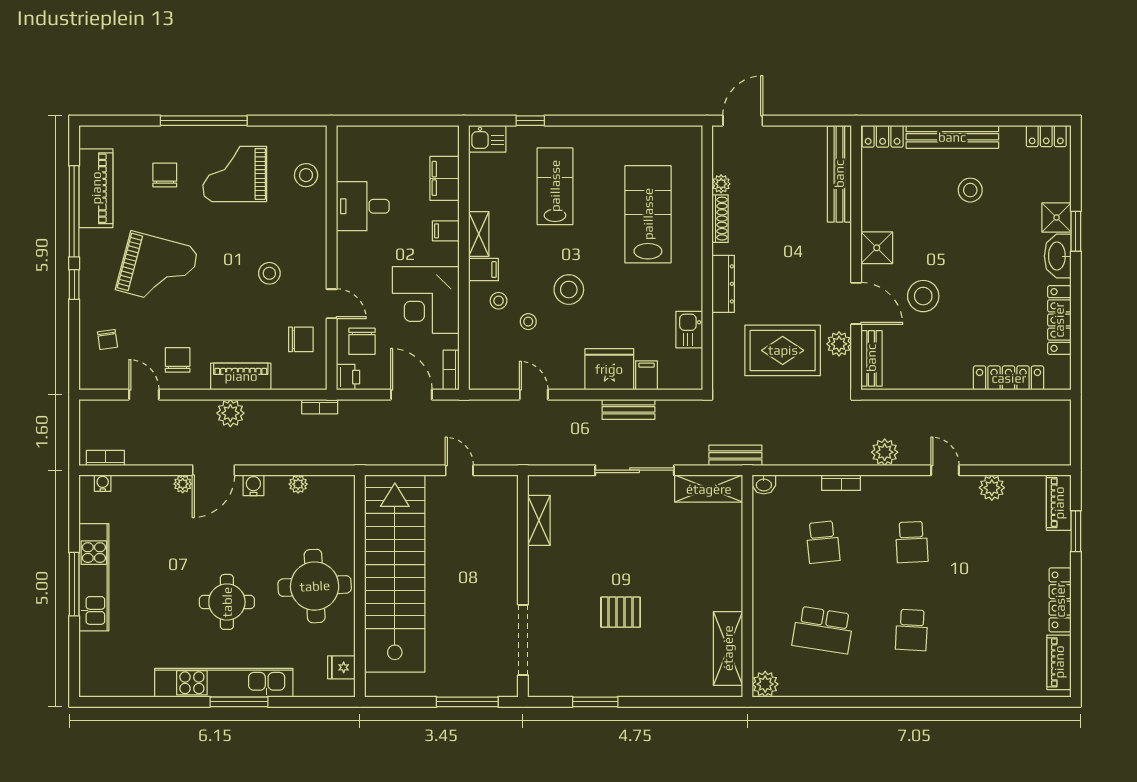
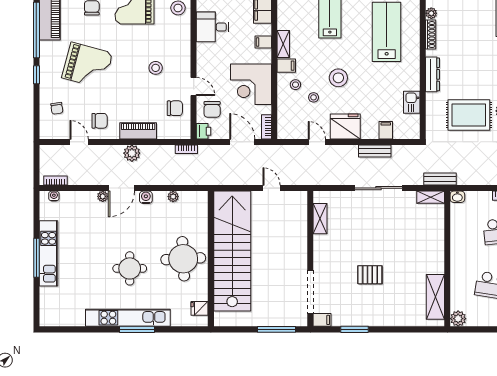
chair: (178, 360) -> (100, 121), turned 90
fridge: (609, 369) -> (345, 126), moved
shelving: (709, 489) -> (431, 197), width x0.67, depth x0.75
filing cabinet: (542, 686) -> (322, 320), added

